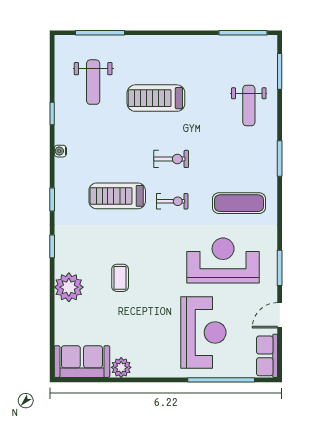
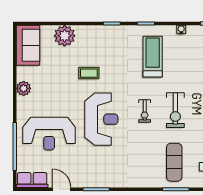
exercise bike: (171, 159) -> (175, 110), width x1.38, depth x1.39
treadmill: (117, 196) -> (153, 57), moved
exercise mat: (239, 203) -> (174, 162), moved
reception desk: (223, 261) -> (101, 119), moved
plant: (69, 287) -> (65, 36), moved
plant: (121, 367) -> (24, 88), moved

